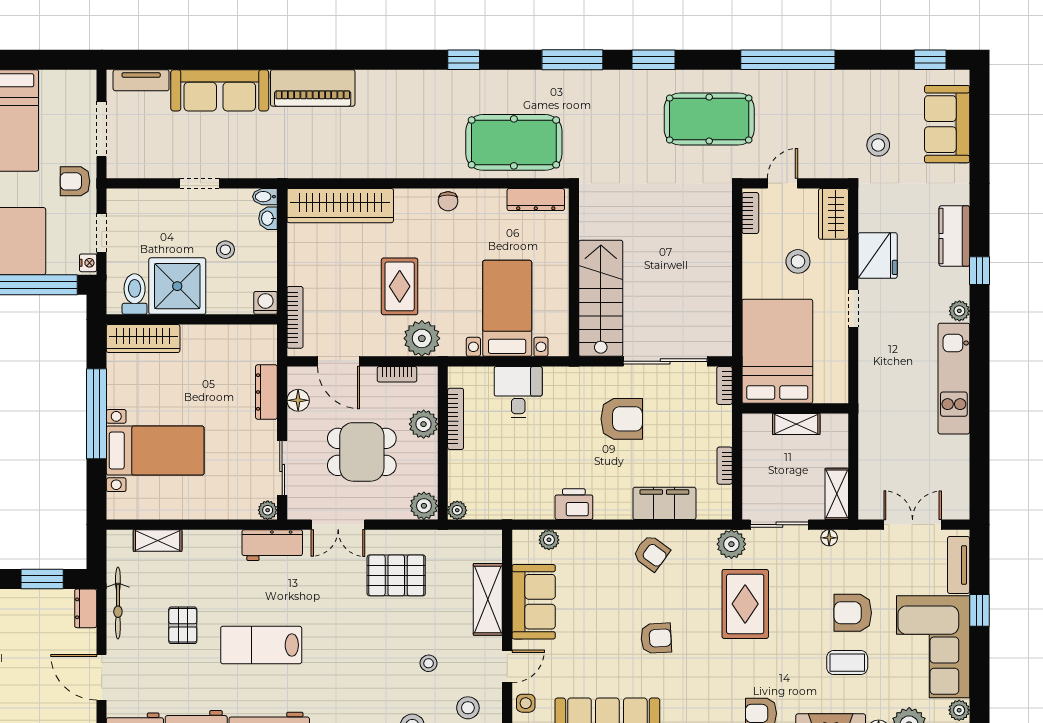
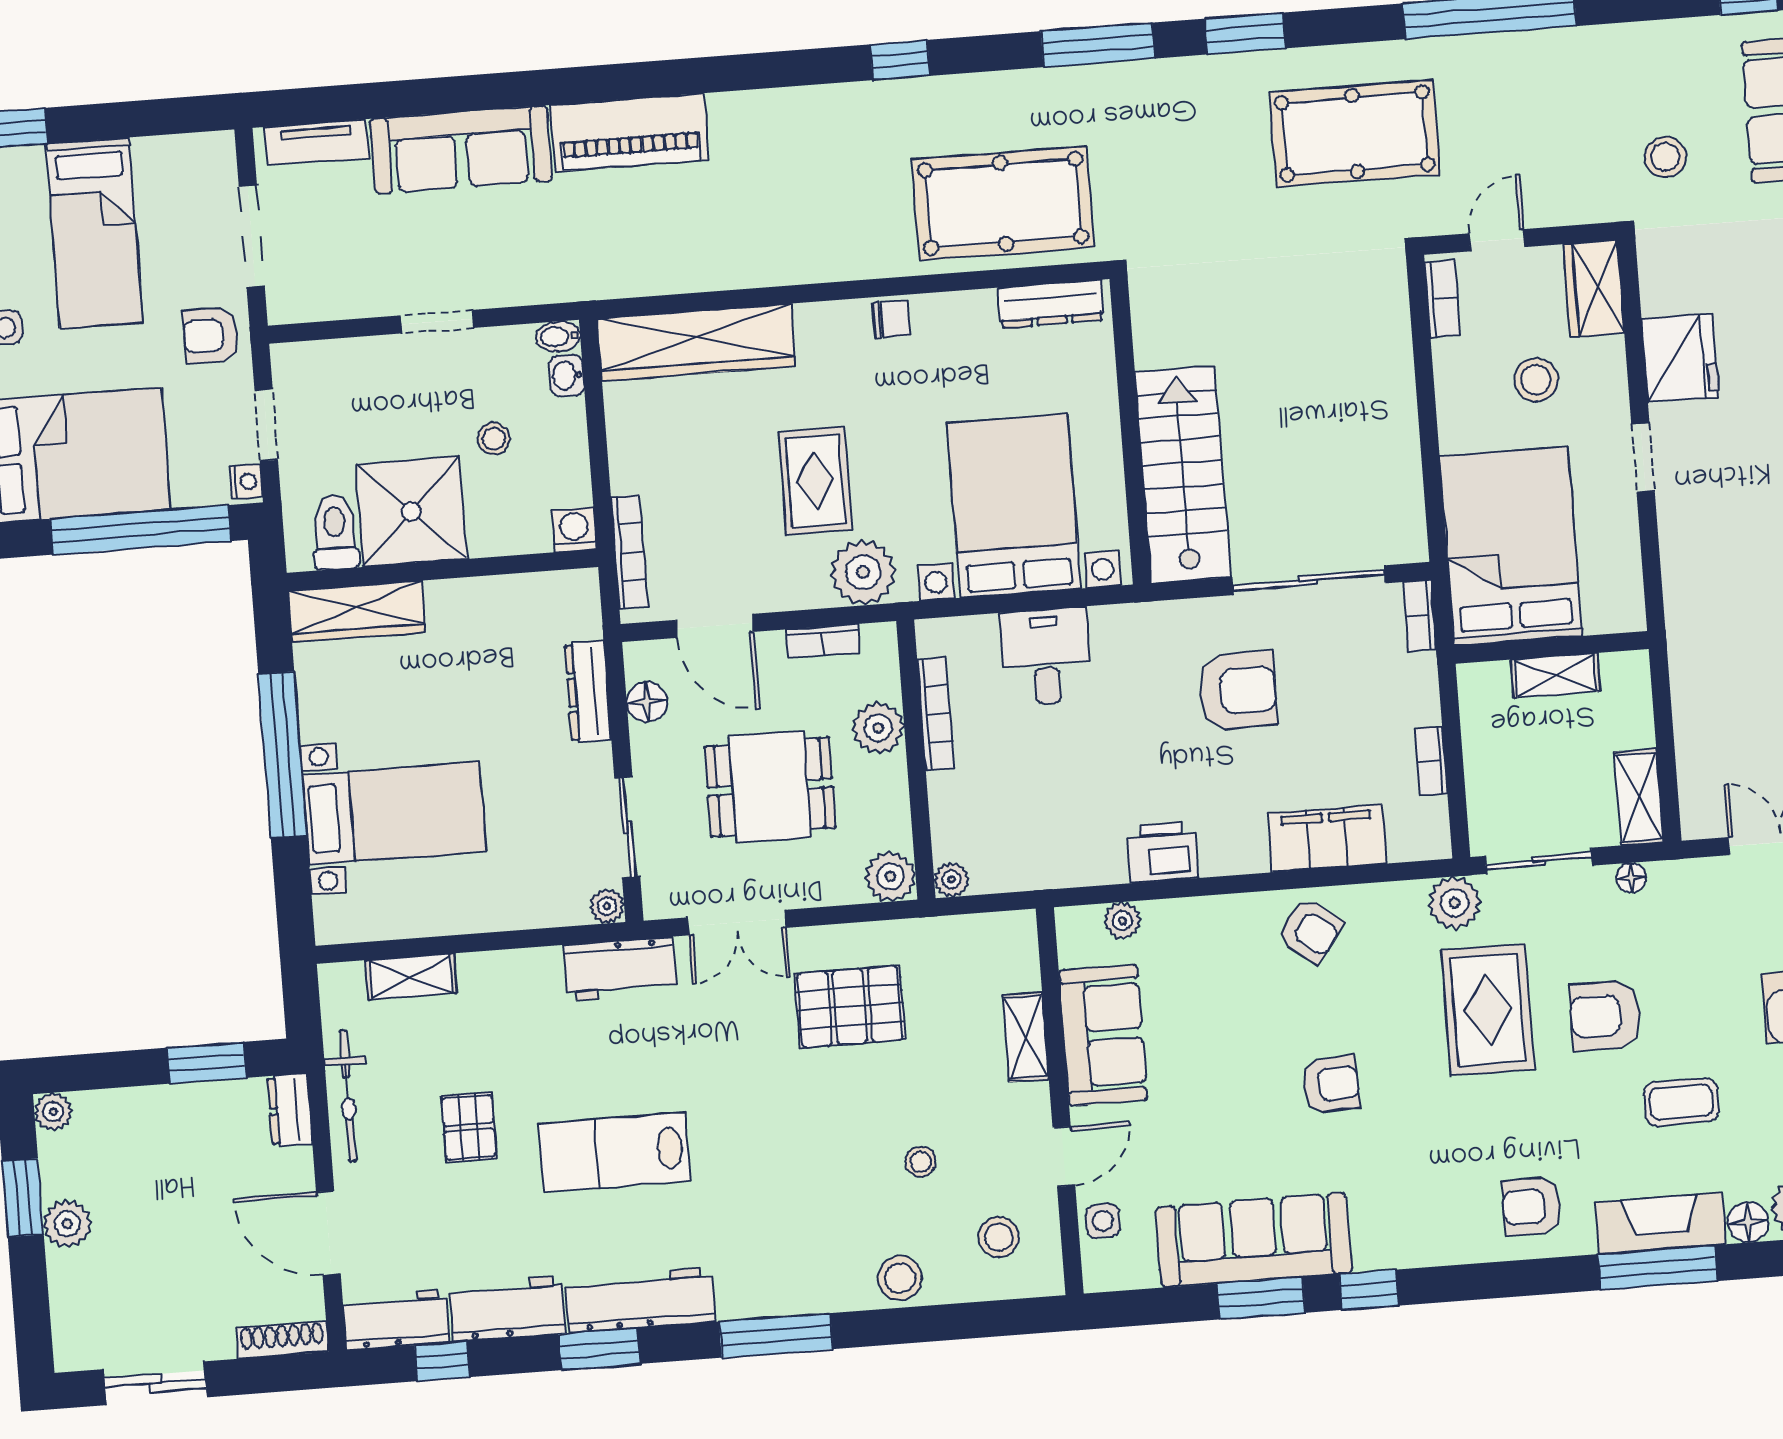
chair: (448, 201) -> (892, 319), turned -90
bed with nightstands: (507, 308) -> (1014, 506), width x1.36
shelving: (488, 599) -> (1026, 1037), width x0.67, depth x0.75
armchair: (853, 613) -> (1605, 1016), moved

